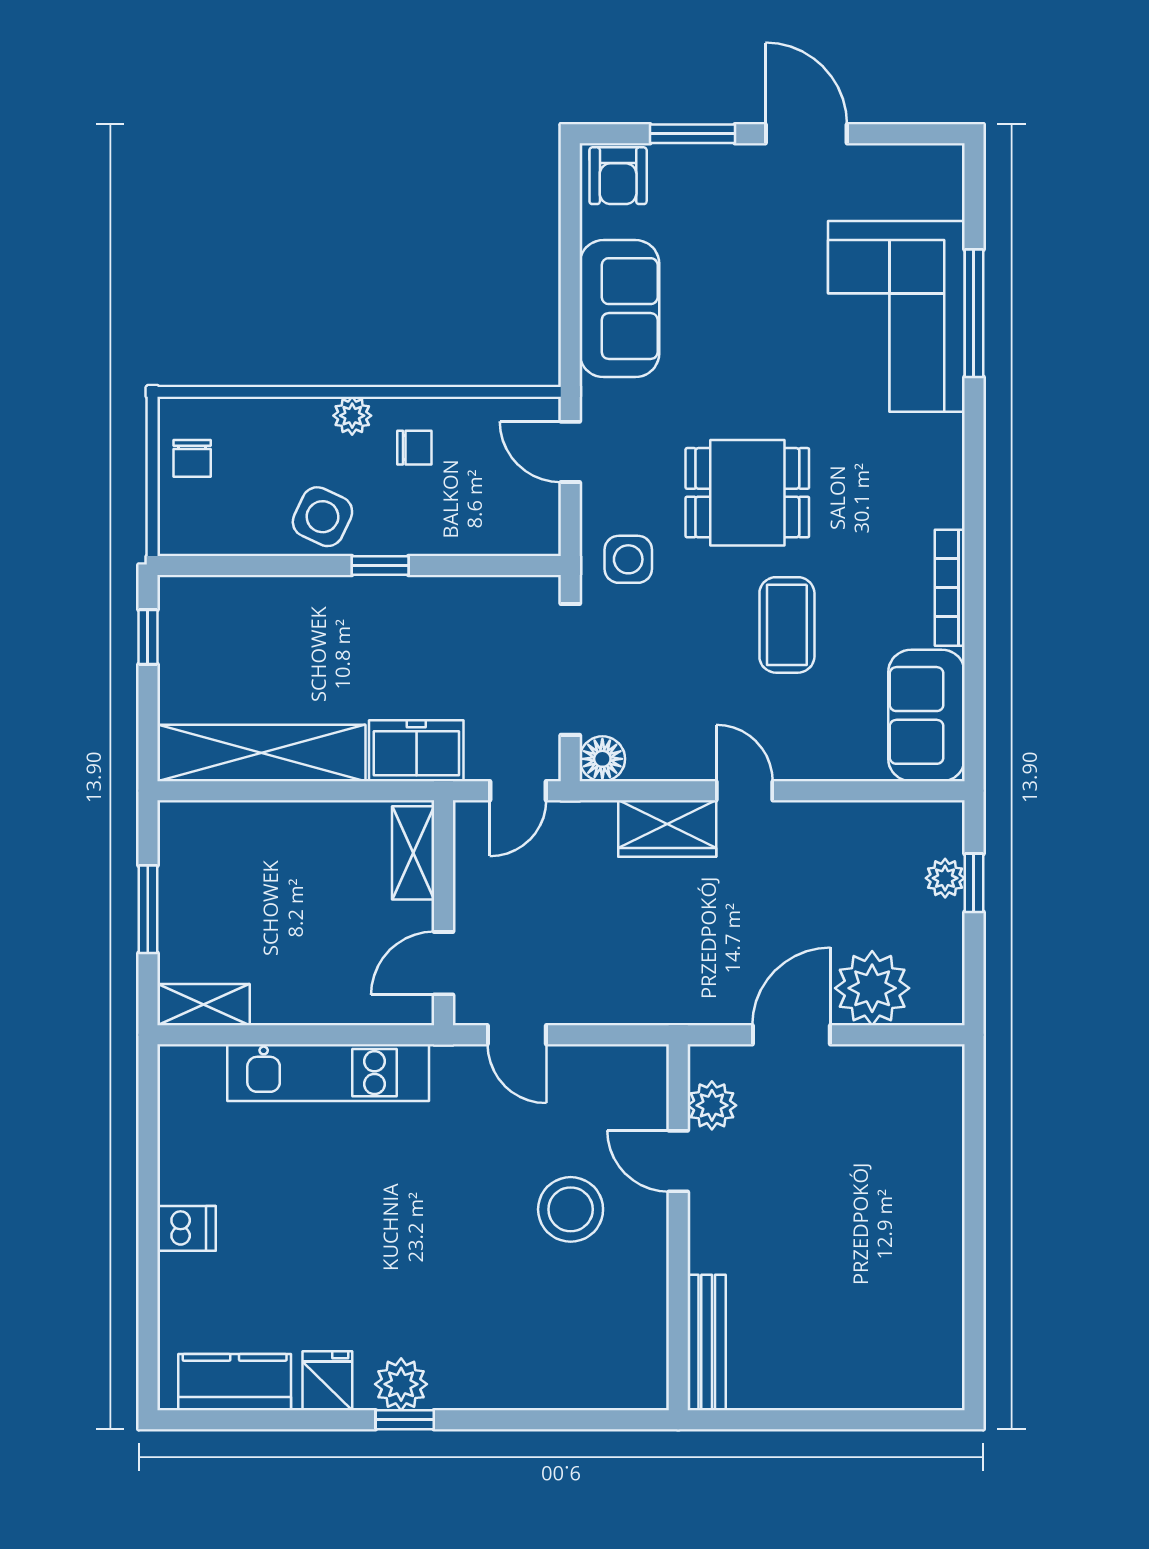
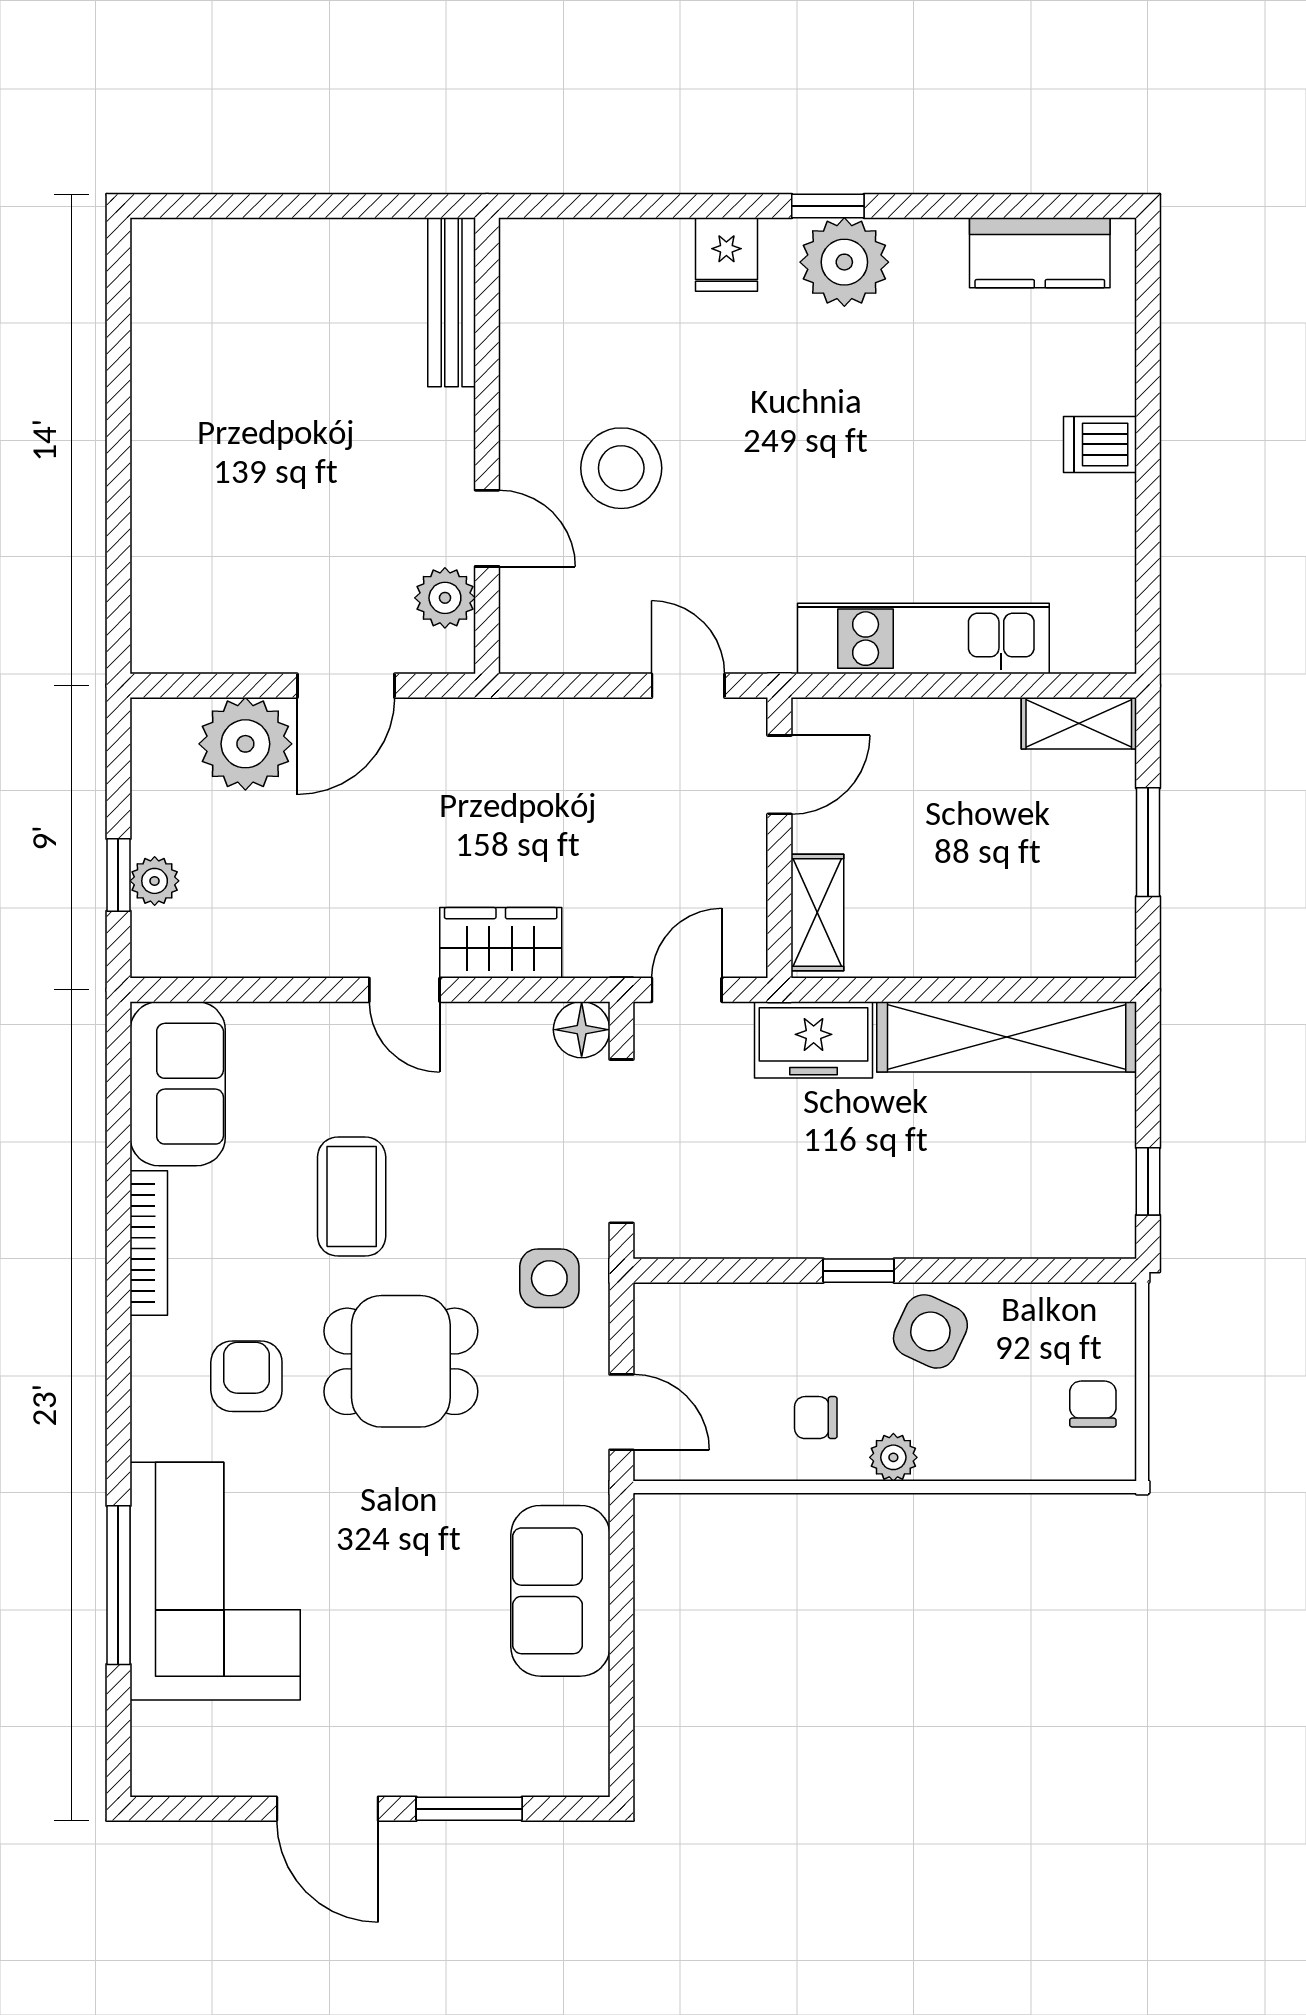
armchair: (618, 176) -> (246, 1376), moved
fridge: (327, 1381) -> (726, 255), moved
plant: (401, 1384) -> (844, 262), width x1.36, depth x1.36

